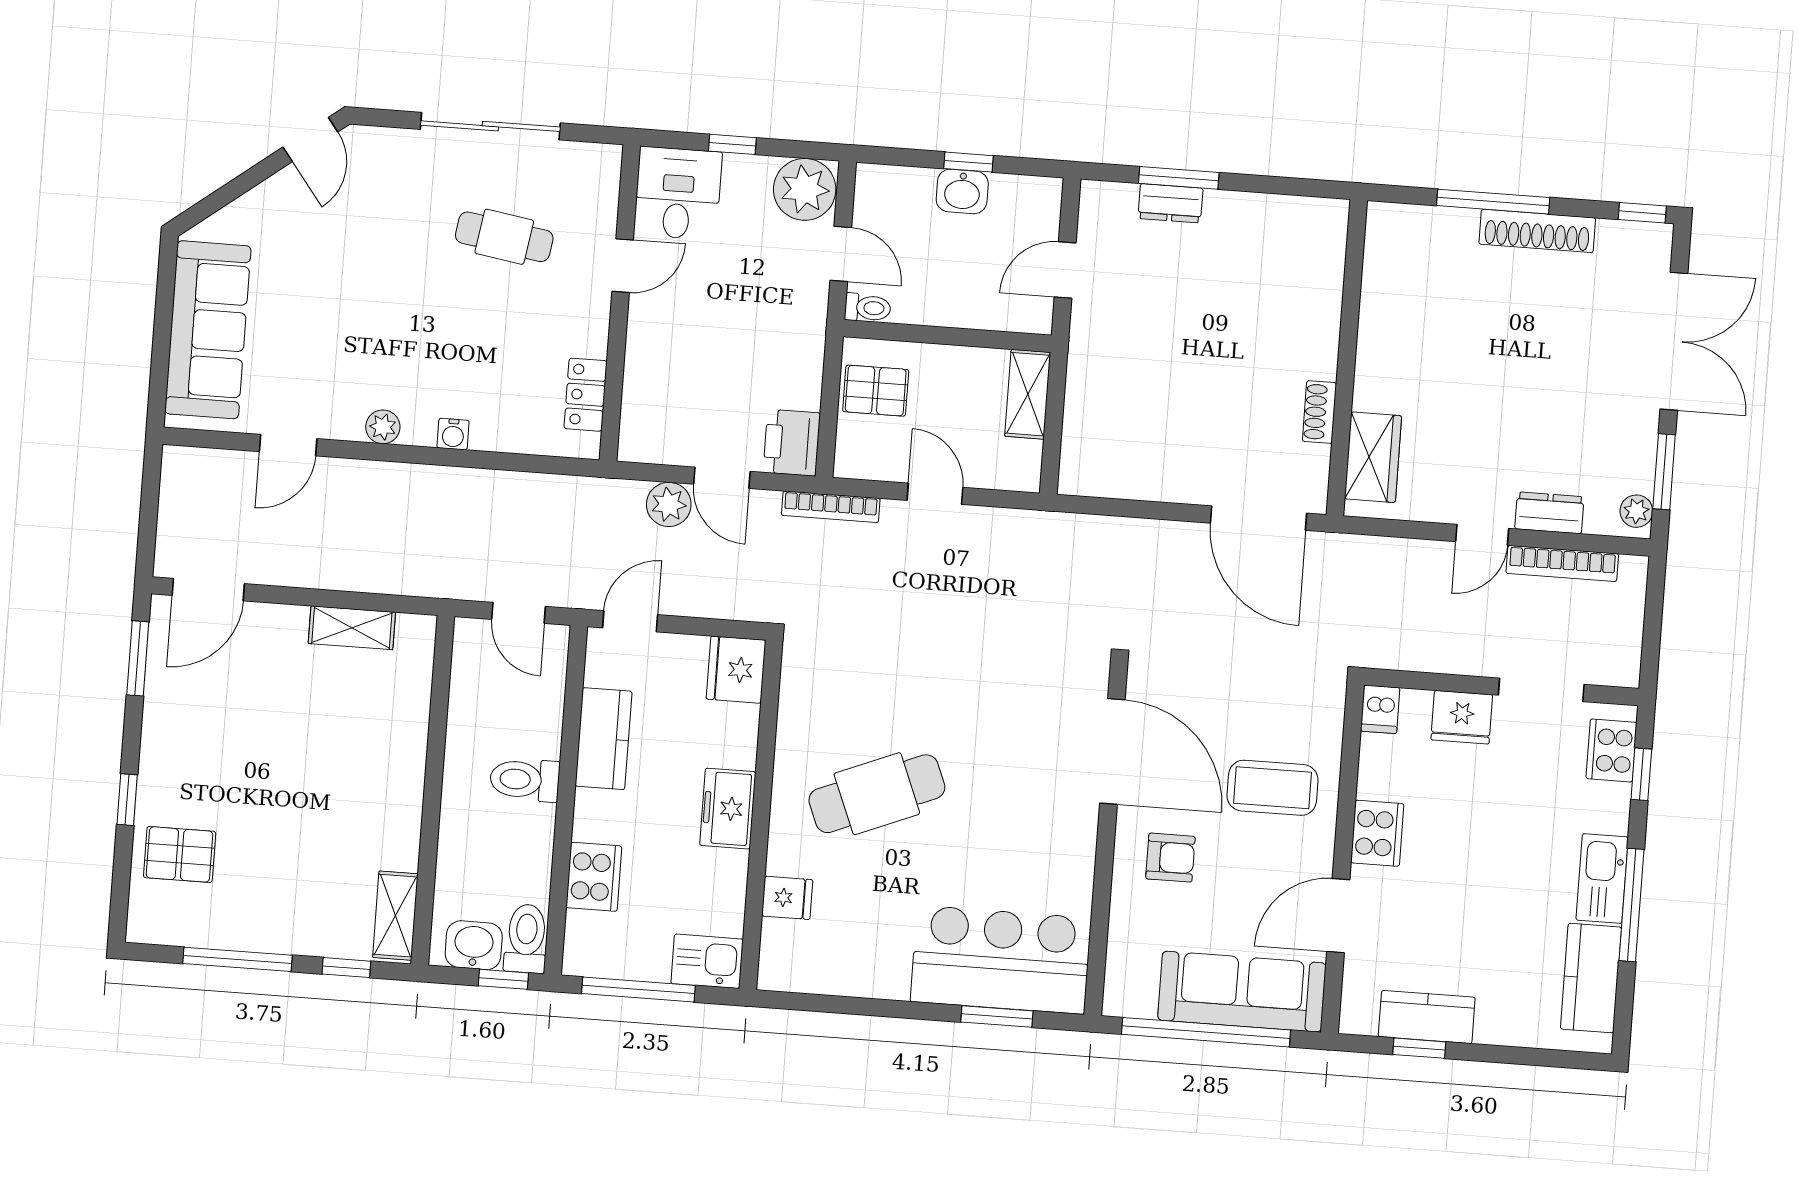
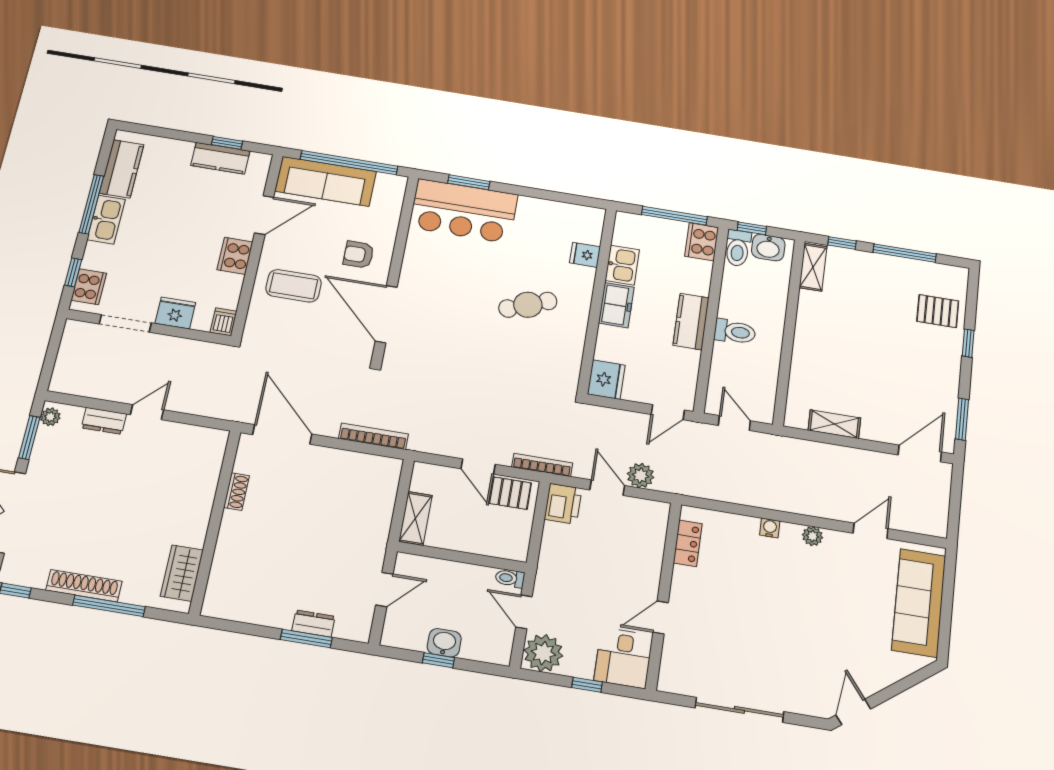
cafe table: (504, 237) -> (734, 641), removed
pallet: (876, 391) -> (510, 493), moved
wardrobe: (1373, 457) -> (182, 573), moved
bookcase: (1562, 564) -> (373, 436), moved
kitchen counter: (604, 739) -> (691, 321), moved
cafe table: (877, 794) -> (528, 305), width x0.73, depth x0.74
cooker: (594, 877) -> (702, 242), moved
kitchen sink: (707, 961) -> (622, 265), moved, turned -90

